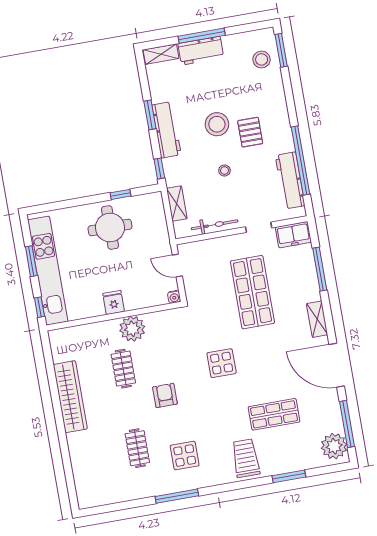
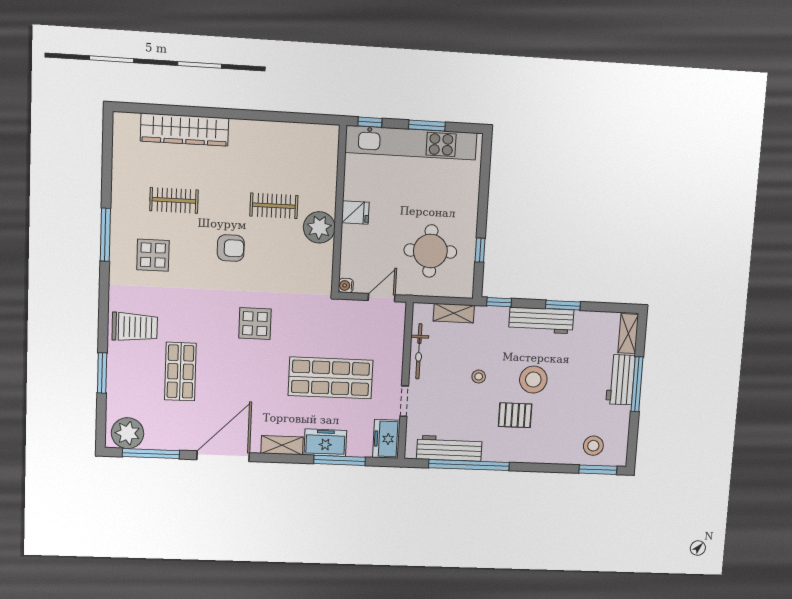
round table: (110, 228) -> (430, 251), moved
freezer: (307, 284) -> (325, 443), added
wardrobe: (70, 397) -> (185, 130), moved

